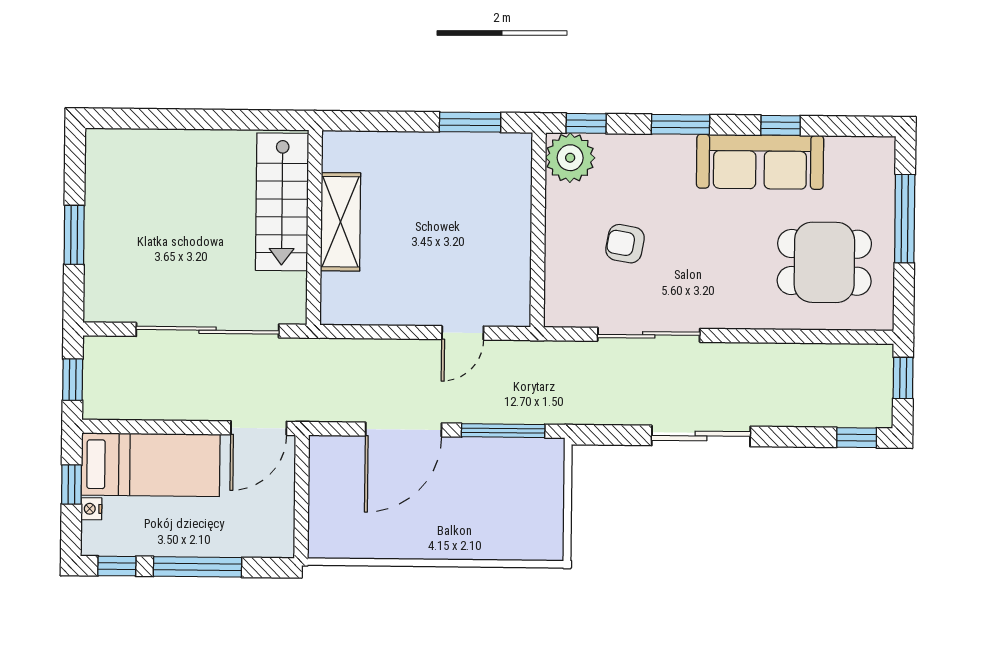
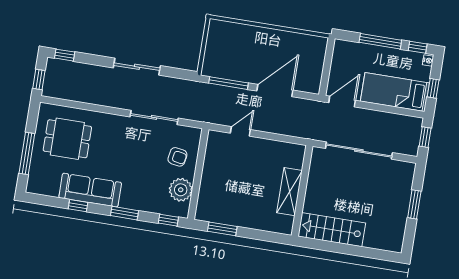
plant: (570, 158) -> (181, 190), moved
stairs: (282, 202) -> (332, 230), moved, turned -90
armchair: (625, 244) -> (177, 157), moved
nightstand: (91, 509) -> (428, 60), moved

